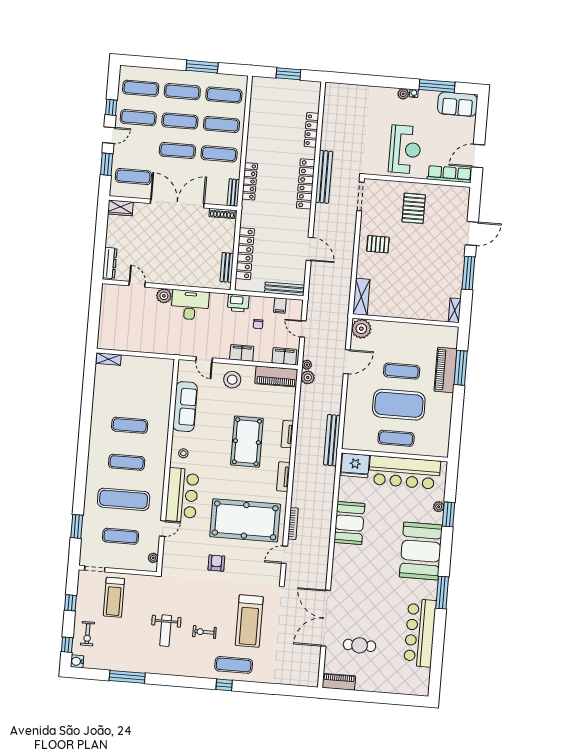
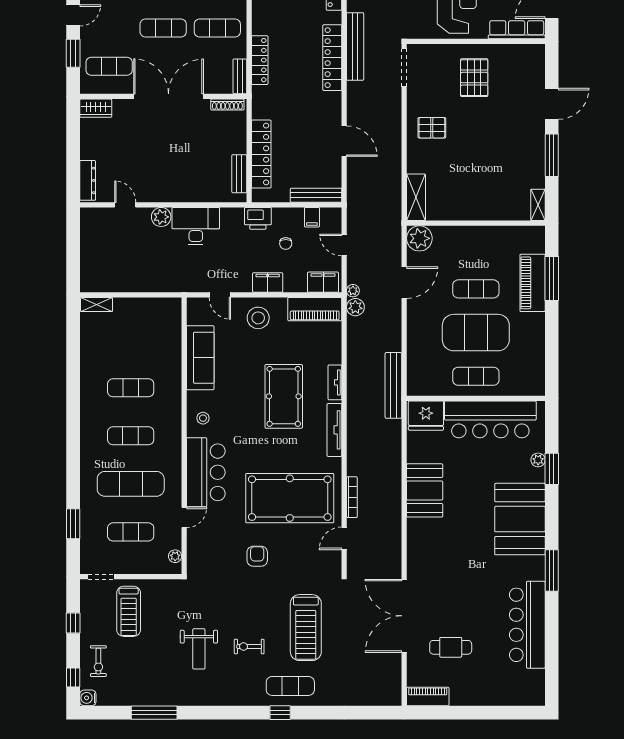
tv unit: (283, 477) -> (334, 430), width x1.41

